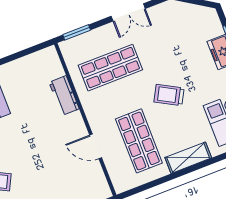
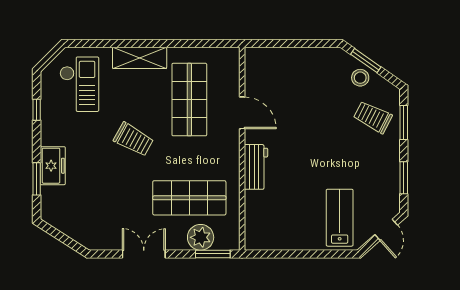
plant: (91, 41) -> (201, 237), added
workbench: (64, 96) -> (256, 167), moved

